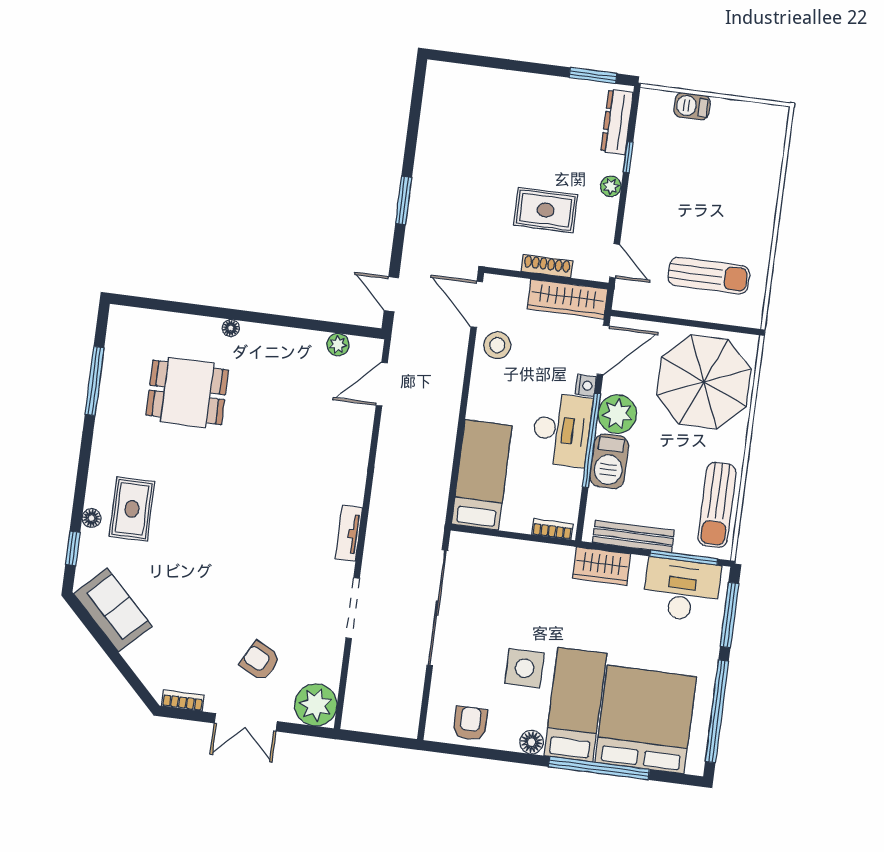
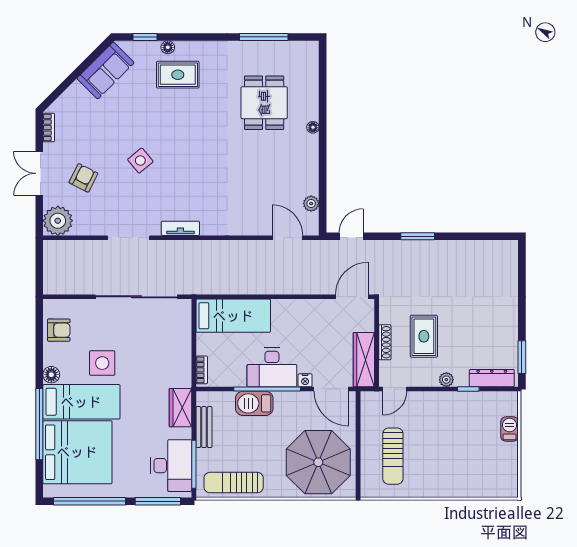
stool: (497, 345) -> (325, 315), removed
plant: (617, 414) -> (288, 405), removed
bench: (633, 536) -> (204, 427), width x0.73
side table: (246, 577) -> (140, 161), added

